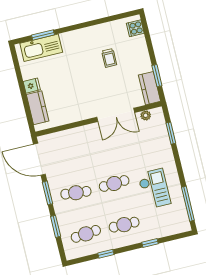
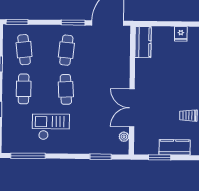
kitchen counter: (149, 88) -> (175, 147), moved
kitchen counter: (38, 108) -> (143, 42), moved, turned -90
checkout: (154, 189) -> (51, 127), turned 180
window: (56, 226) -> (17, 22), moved

